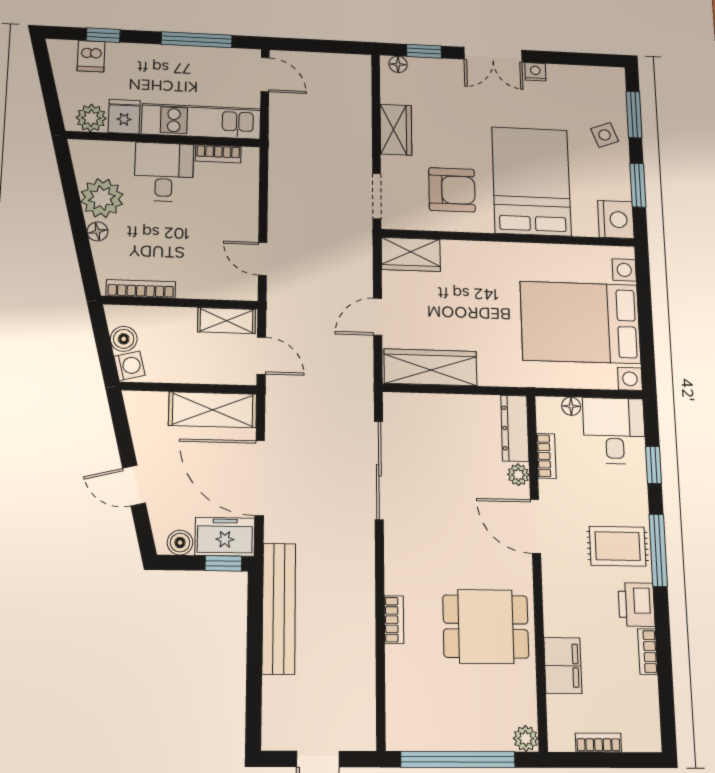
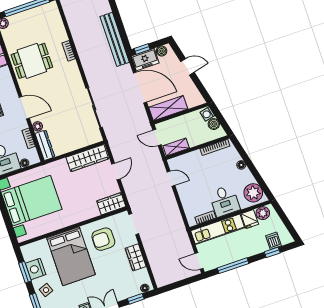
plant: (102, 198) -> (253, 193), moved
nightstand: (616, 219) -> (35, 269), moved

